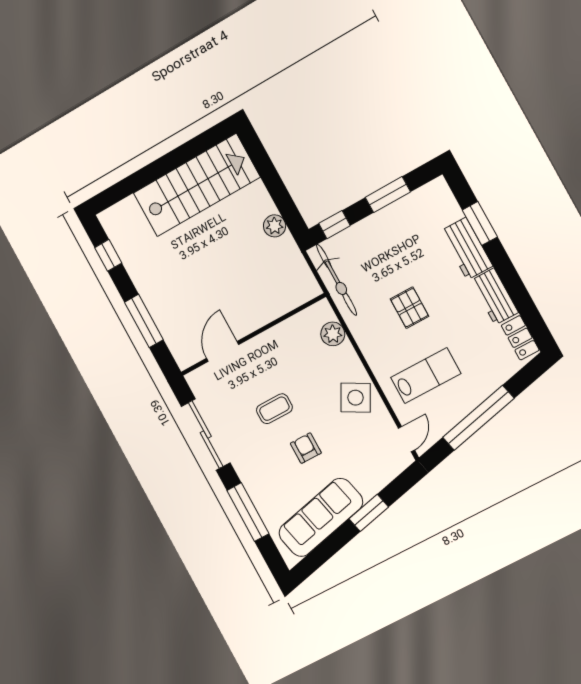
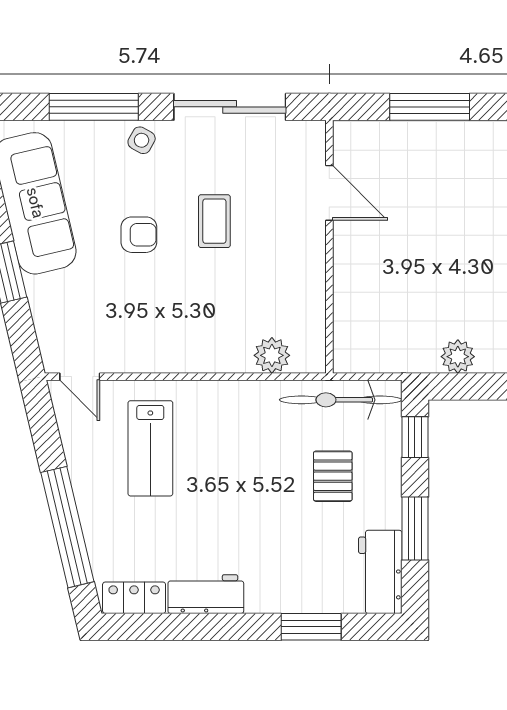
workbench: (467, 249) -> (380, 572), moved, turned -90
pallet: (410, 308) -> (333, 476), moved, turned 90
side table: (356, 398) -> (142, 140), moved, width x0.54, depth x0.54
window: (478, 418) -> (67, 527), moved

